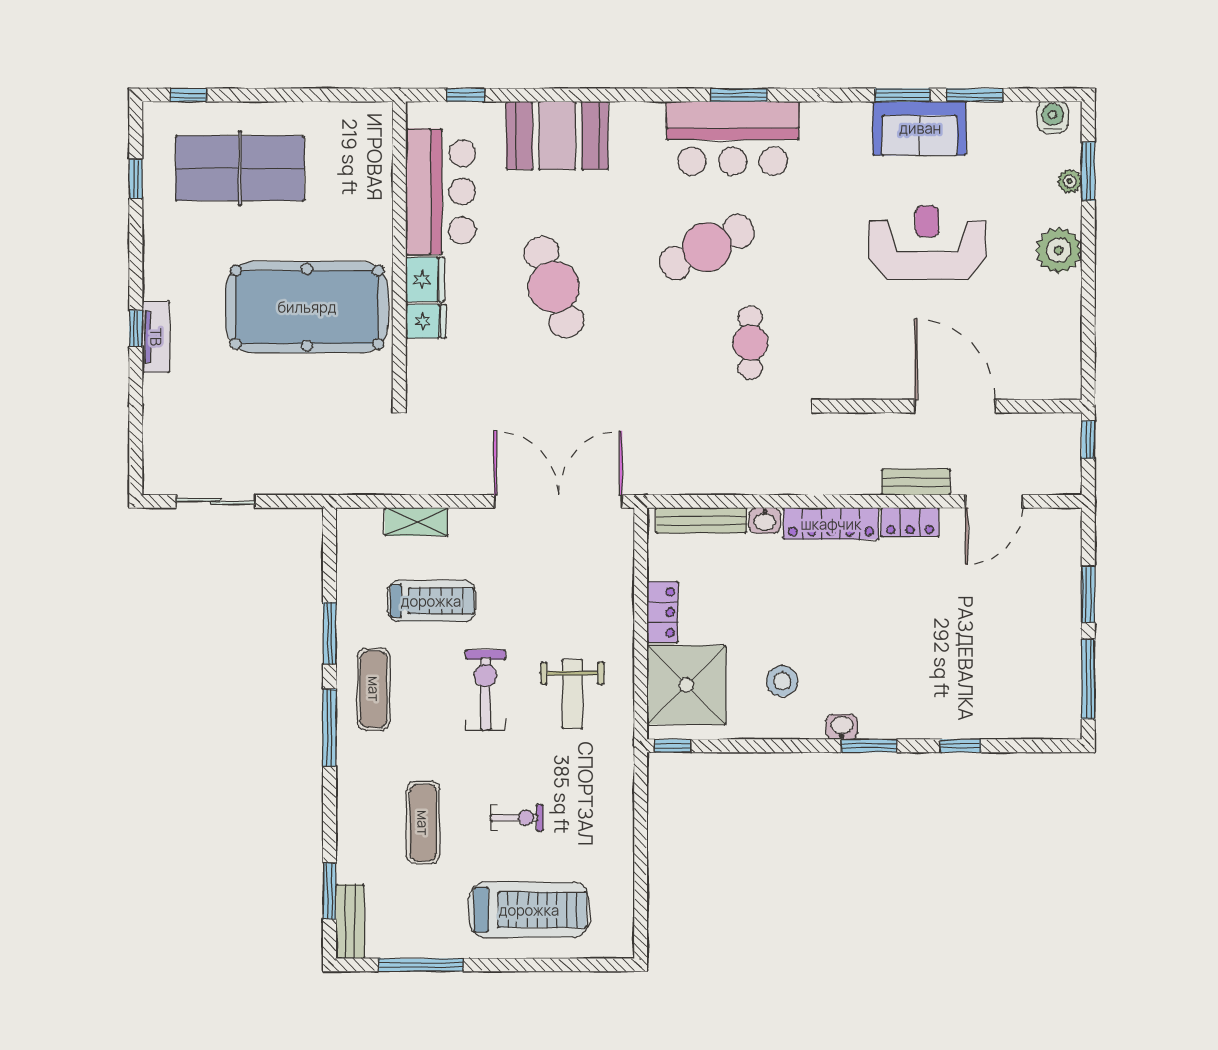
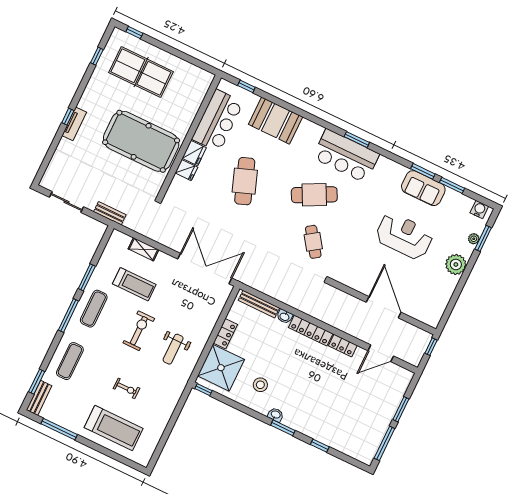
cafe table: (750, 343) -> (313, 242), turned -35
bench: (916, 482) -> (110, 213), moved
exercise mat: (423, 823) -> (70, 361), moved

